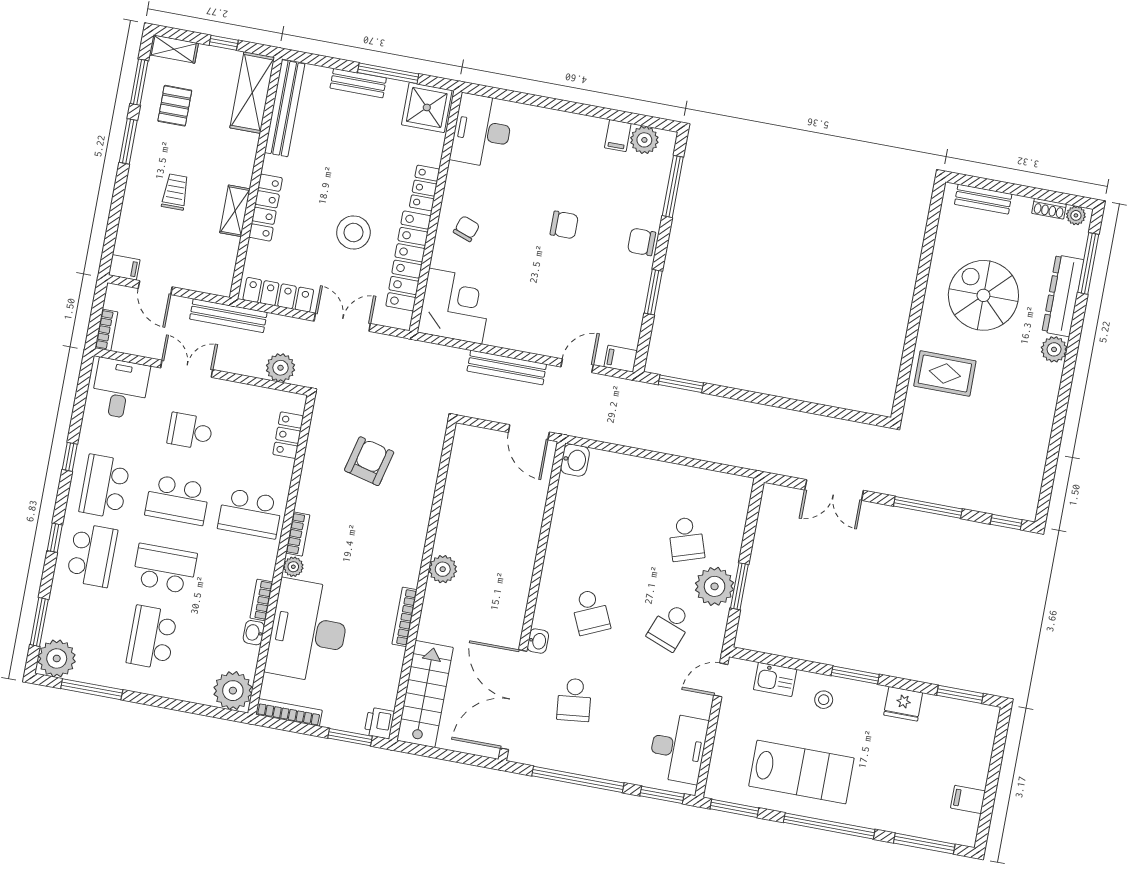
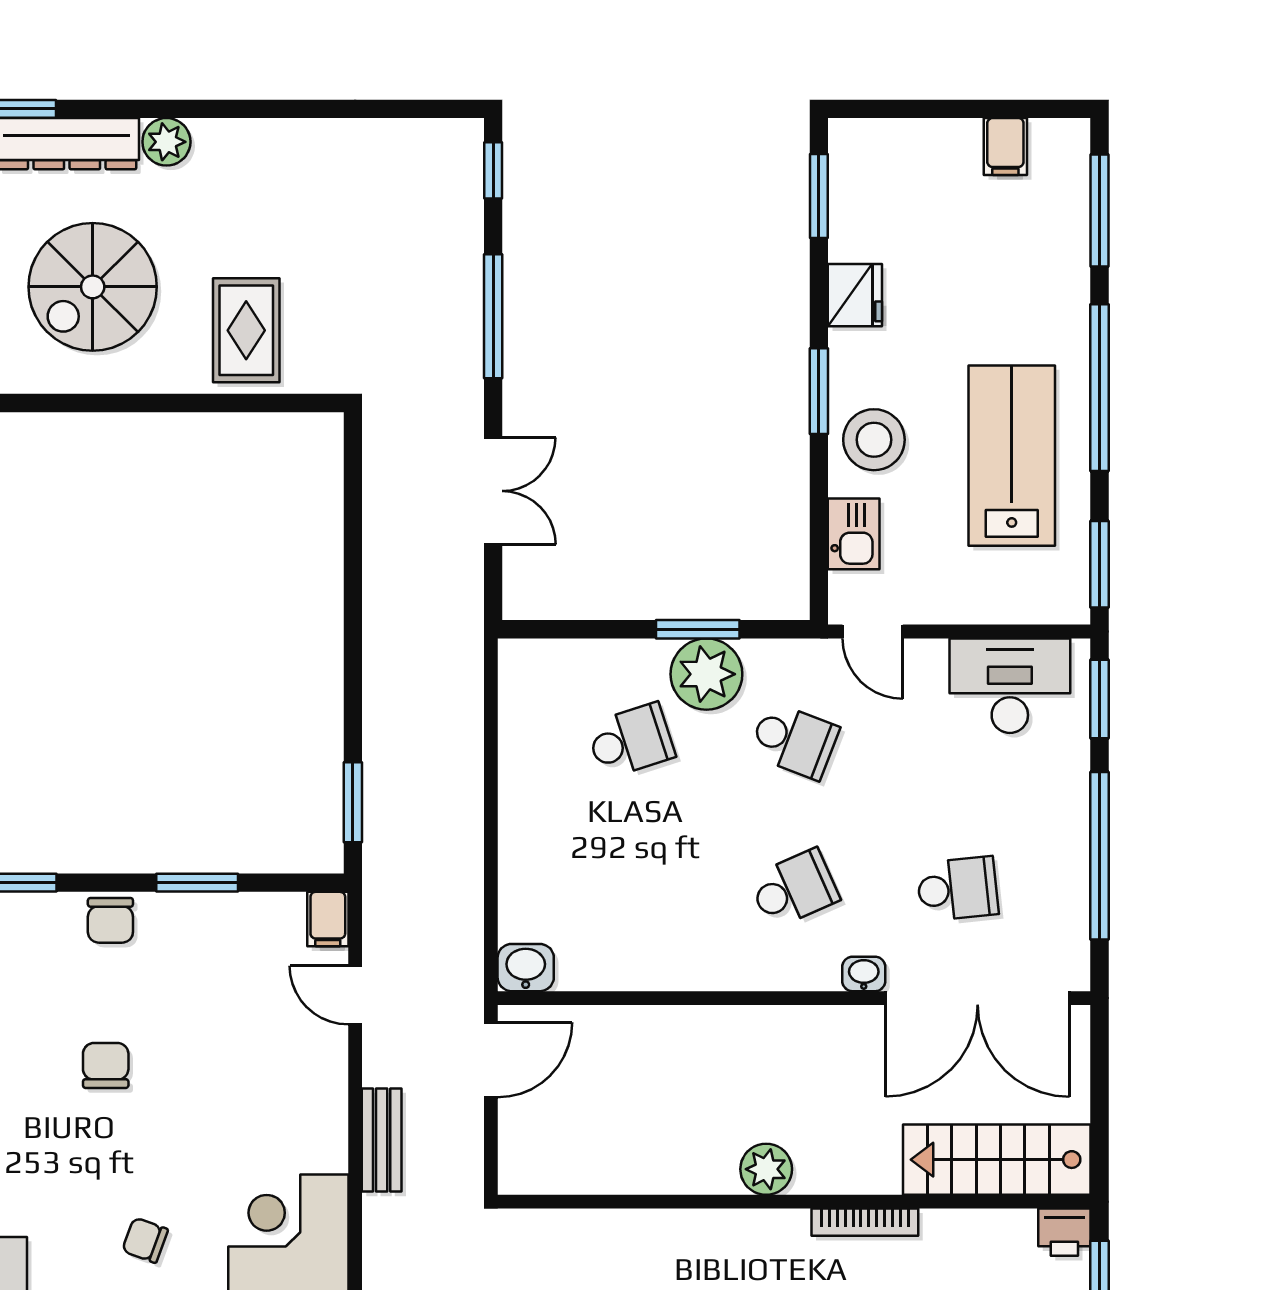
bench: (507, 367) -> (382, 1140), width x0.73
stool: (824, 700) -> (874, 440), width x1.89, depth x1.89

